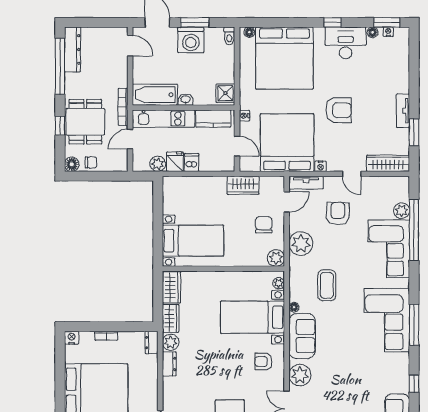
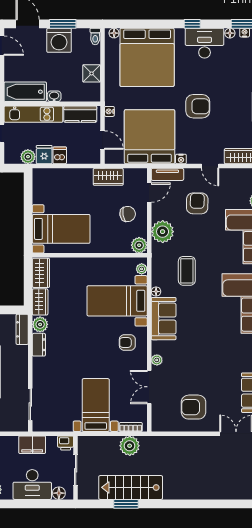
shower: (225, 93) -> (92, 73), moved
chair: (264, 225) -> (128, 214), turned 81
dresser: (152, 343) -> (22, 329), width x1.44
plant: (300, 375) -> (157, 360), width x0.53, depth x0.53

